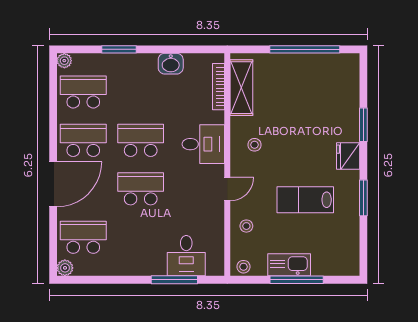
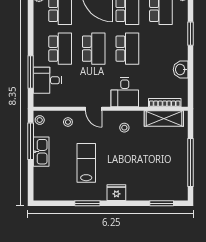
window: (363, 125) -> (162, 203), moved
school desk: (141, 237) -> (60, 49), added
window: (297, 280) -> (31, 141), moved

